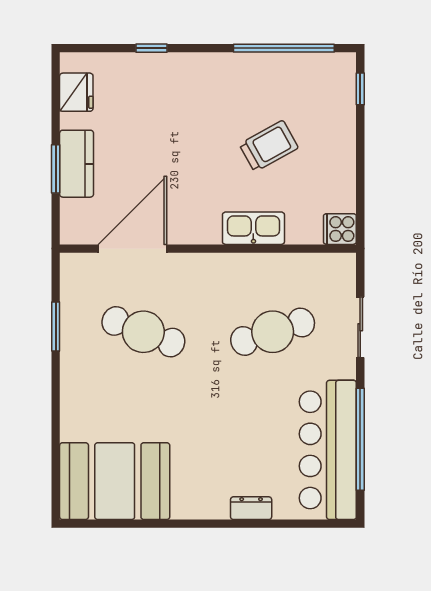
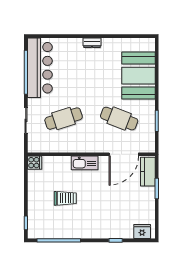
fridge: (76, 92) -> (142, 231), moved, turned 90
trolley: (269, 146) -> (65, 198), turned -151
kitchen counter: (77, 164) -> (148, 172), moved
kitchen sink: (253, 228) -> (85, 163), moved
booth: (115, 481) -> (138, 76), moved, turned 90
dresser: (251, 508) -> (92, 43), moved

